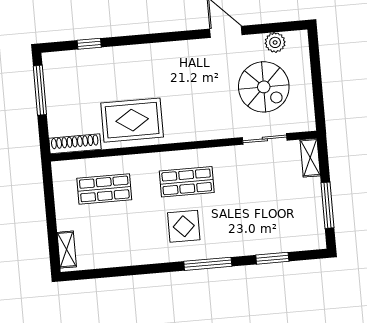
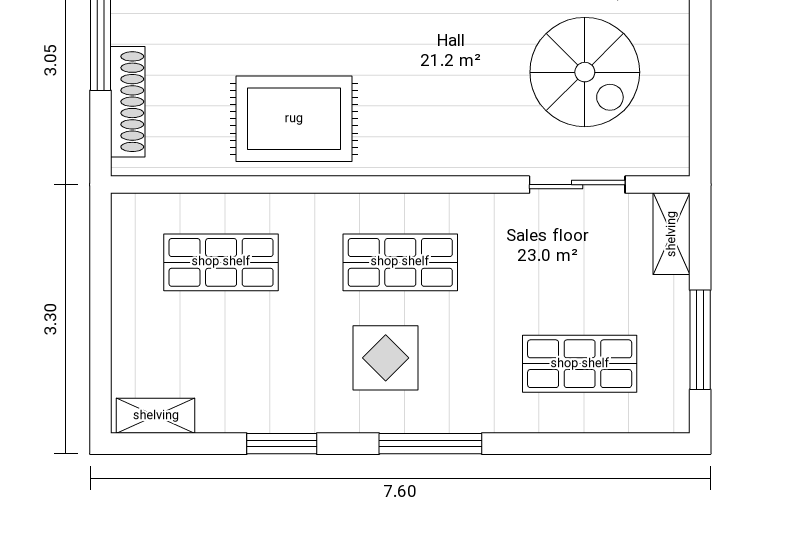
shoe rack: (75, 144) -> (128, 102), moved, turned 90
shop shelf: (273, 221) -> (580, 364), added
shelving: (67, 250) -> (156, 416), moved, turned 90
window: (272, 258) -> (282, 444), moved

